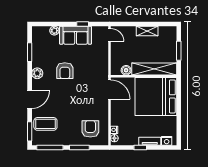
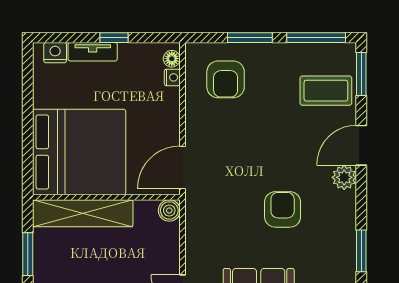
boiler: (126, 70) -> (169, 210), moved
plant: (37, 73) -> (344, 177), moved
door: (110, 89) -> (183, 167), hinge flipped

